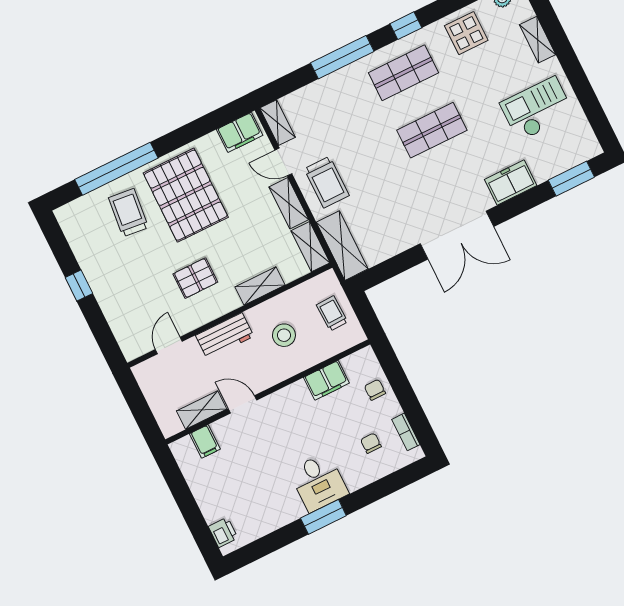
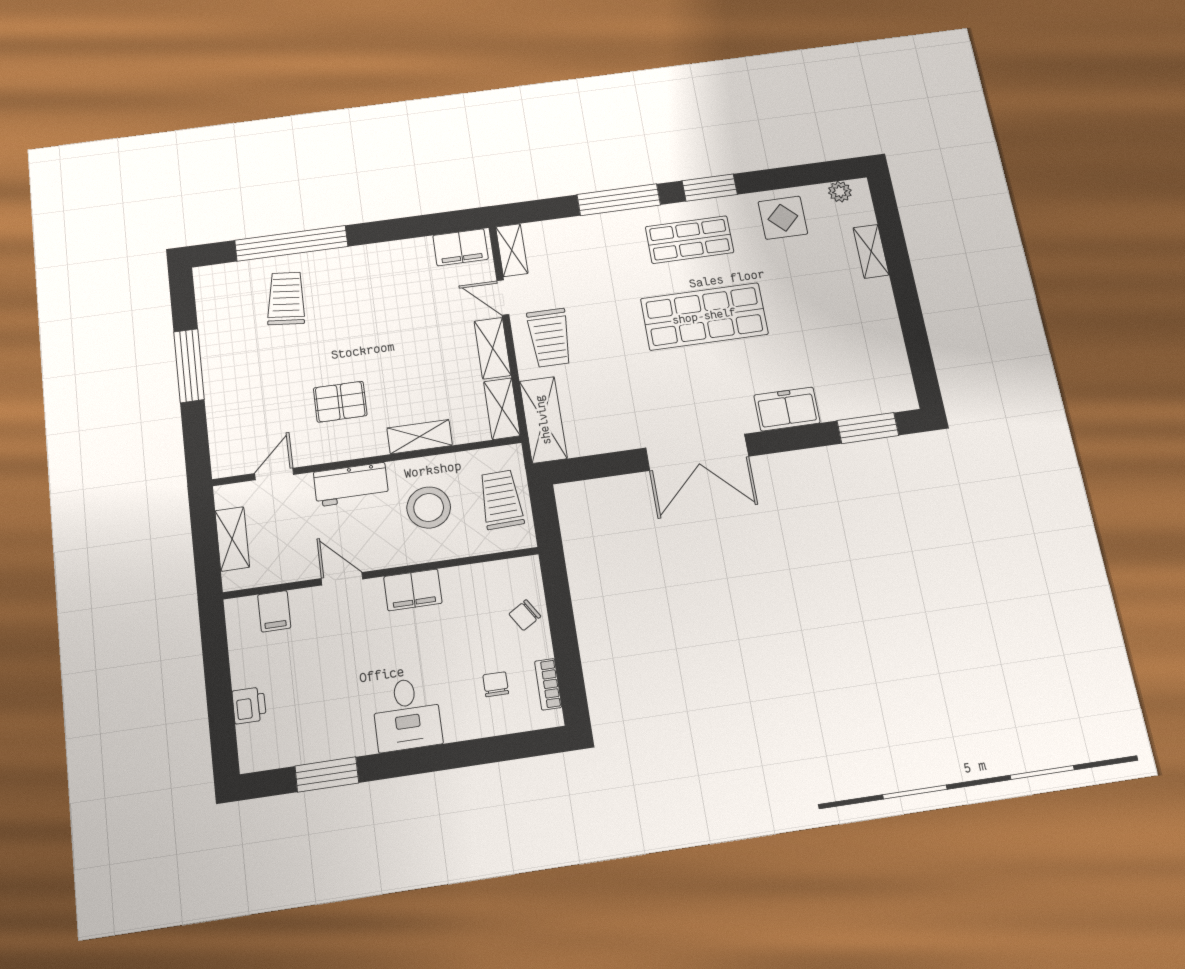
window: (406, 26) -> (710, 188), width x1.50
checkout: (537, 109) -> (847, 331), removed
shop shelf: (432, 130) -> (704, 316), width x1.43, depth x1.36
pallet: (186, 195) -> (366, 300), removed
window: (79, 286) -> (189, 366), width x2.17
trolley: (332, 313) -> (501, 500), width x1.36, depth x1.39
stool: (284, 335) -> (429, 508), width x1.38, depth x1.38
filing cabinet: (326, 380) -> (413, 590), moved
chair: (375, 390) -> (525, 615), turned -122
shelving: (202, 410) -> (232, 539), moved, turned 90
window: (323, 517) -> (327, 774), moved
printer: (223, 532) -> (249, 705), moved

